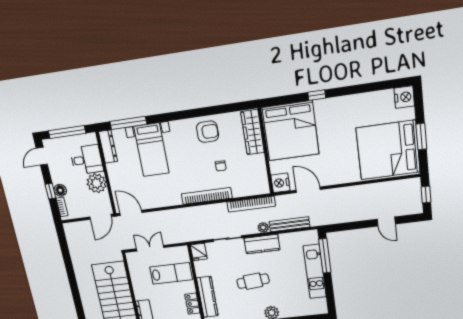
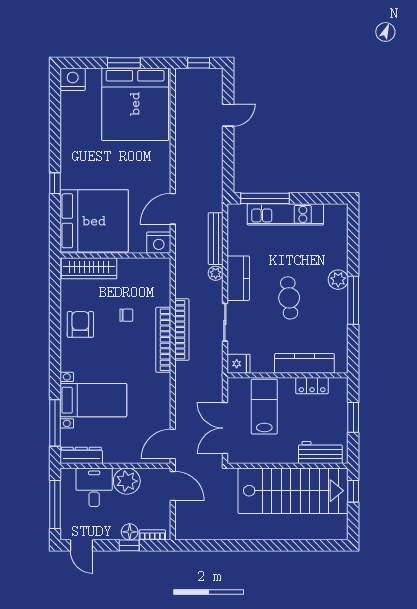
bookcase: (251, 204) -> (182, 330), moved
double door: (150, 248) -> (225, 428), width x1.37

